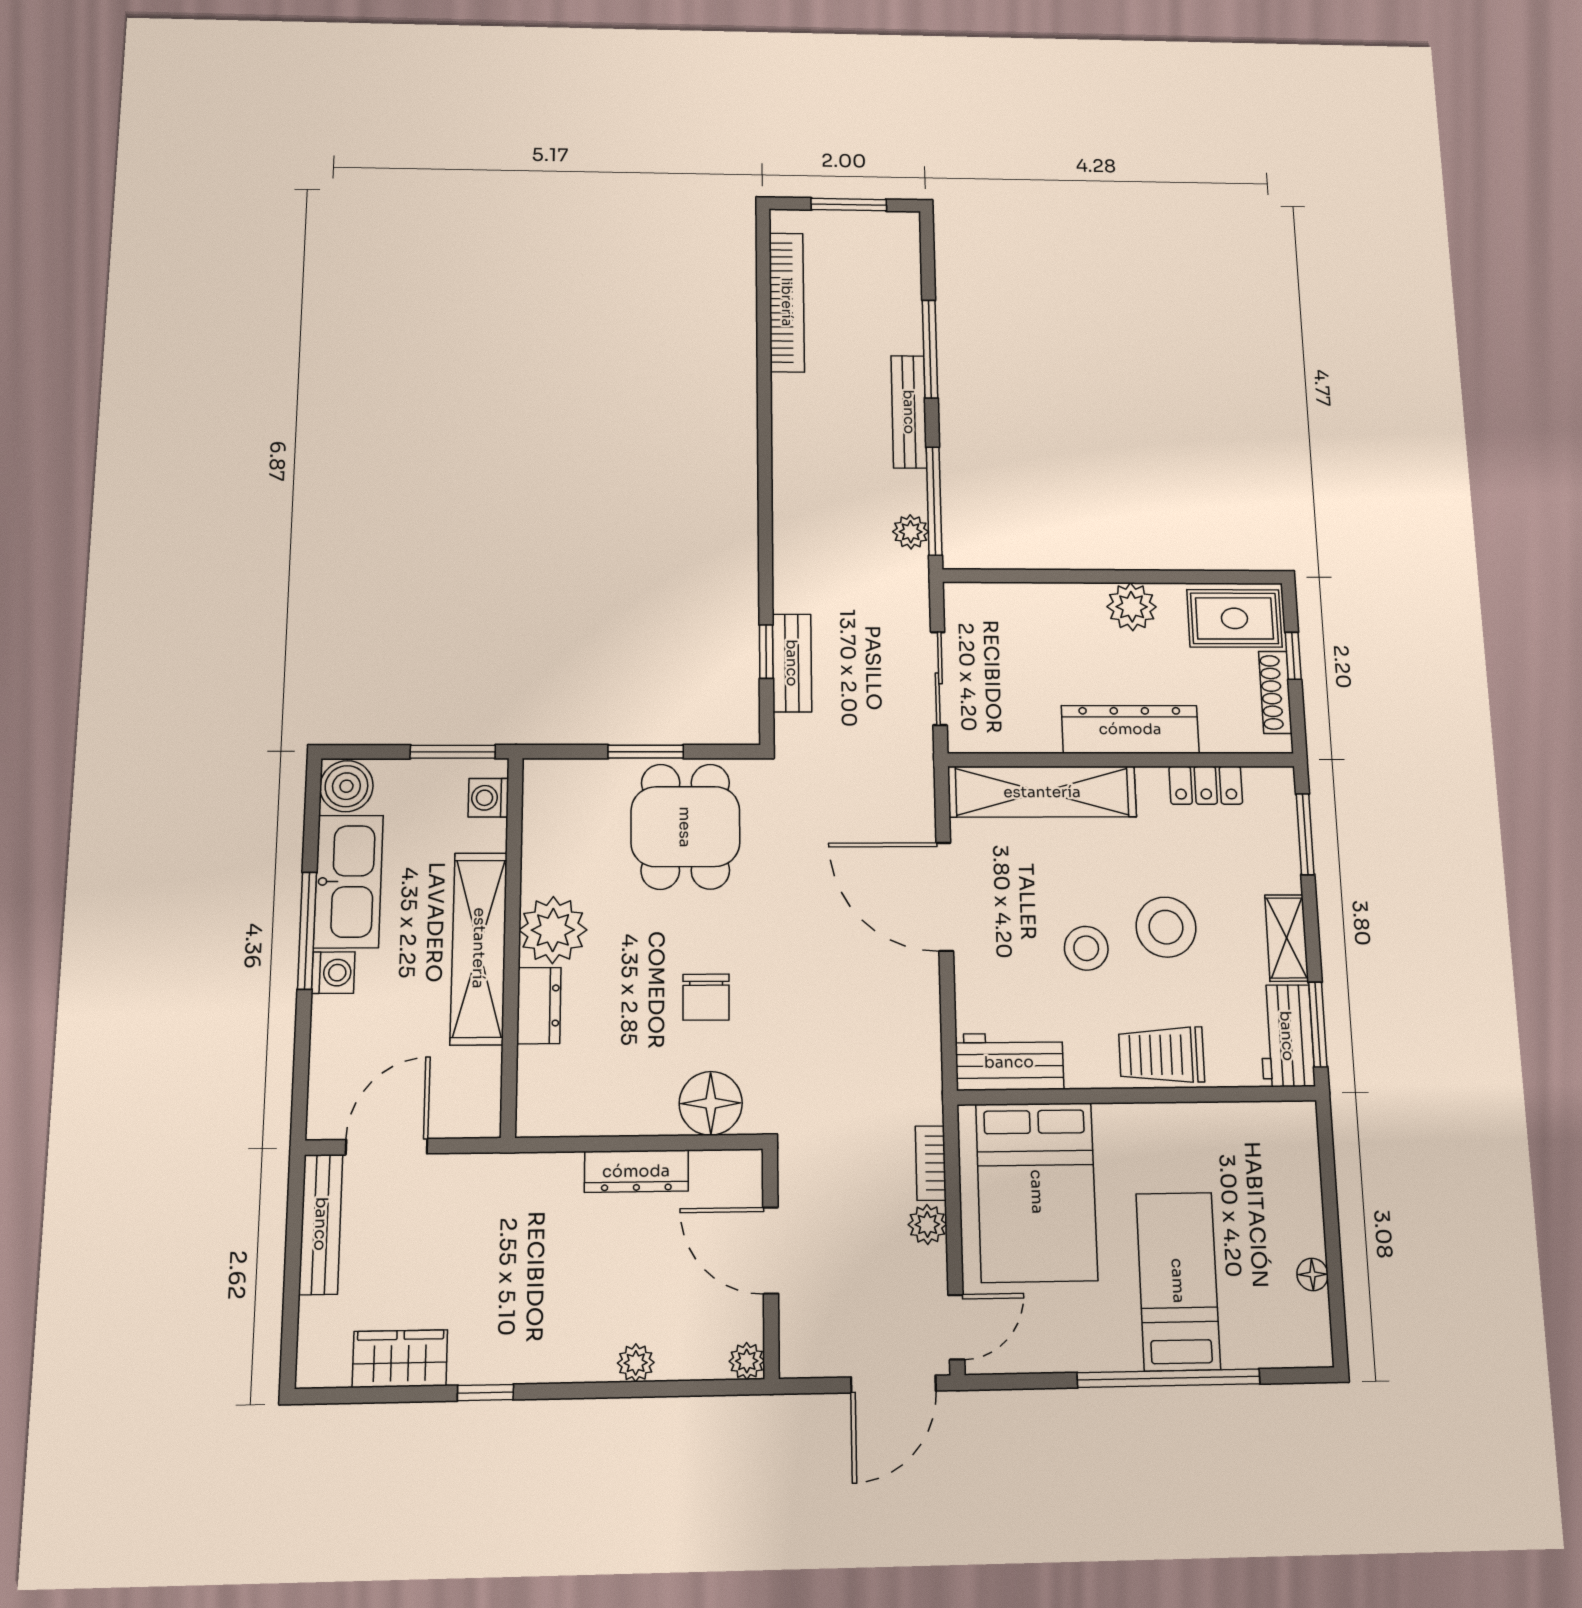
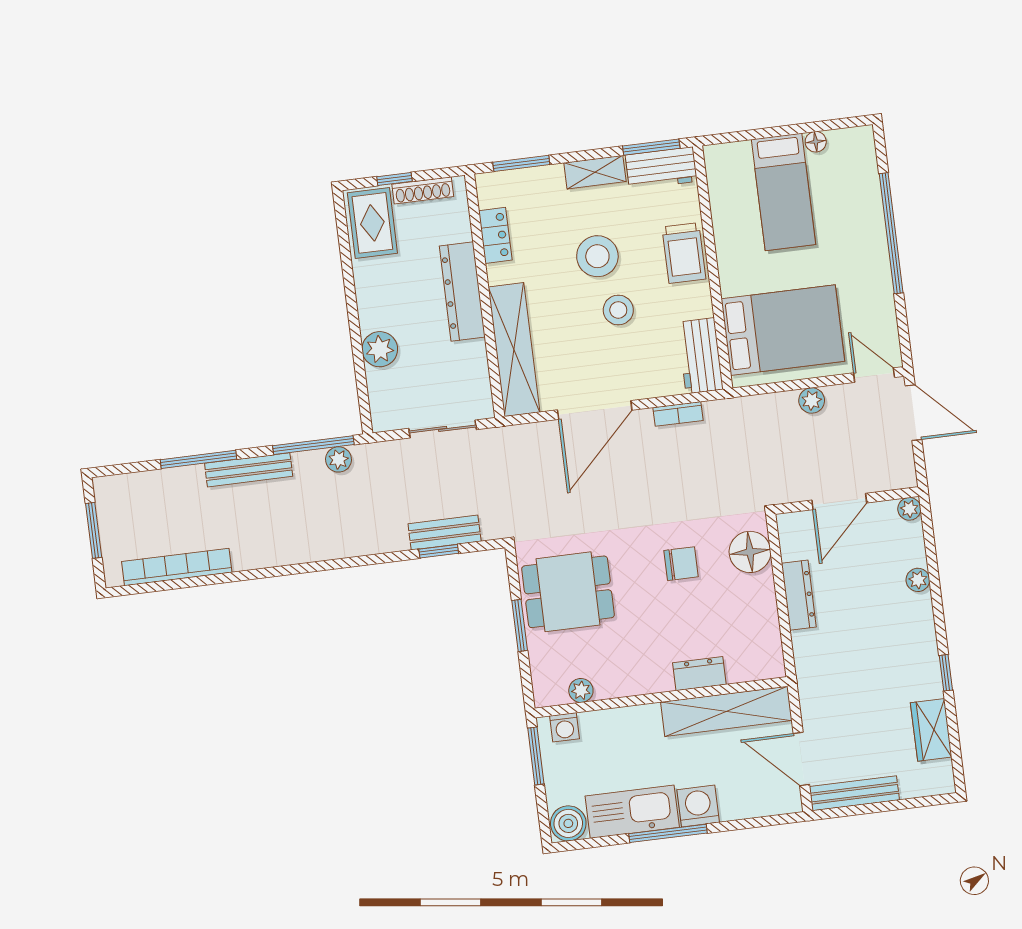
plant: (1132, 607) -> (380, 349), moved
plant: (553, 930) -> (581, 690), moved, width x0.53, depth x0.53
shelving: (479, 948) -> (726, 711), moved
washing machine: (333, 973) -> (698, 806), width x1.38, depth x1.38
bookcase: (931, 1163) -> (678, 414), moved
bed: (1178, 1281) -> (783, 192), moved, turned -90

